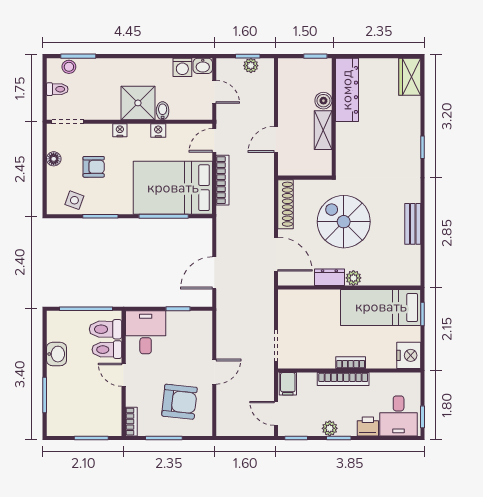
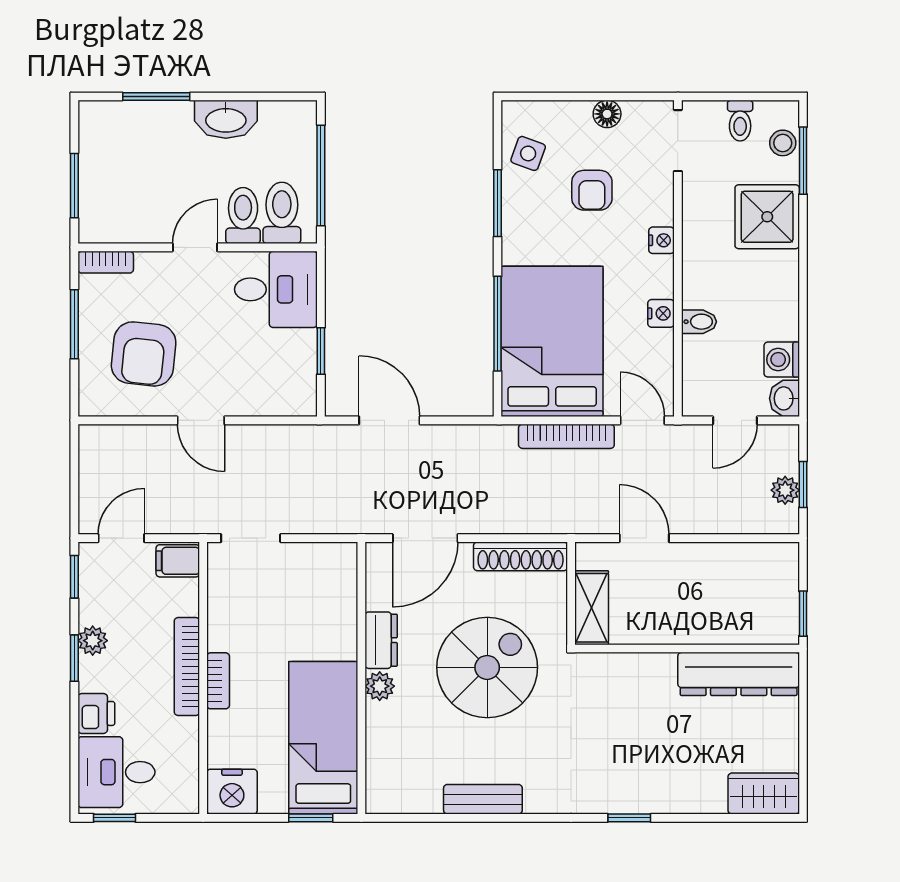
boiler: (323, 101) -> (718, 629), removed
shower: (138, 103) -> (767, 217), moved
shelving: (323, 130) -> (592, 608), moved, turned 90
washbasin: (56, 354) -> (226, 119), width x1.38

